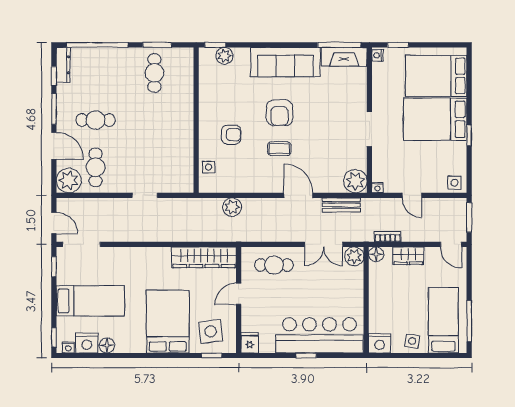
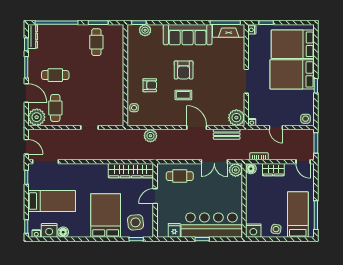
fridge: (250, 343) -> (174, 230), moved

